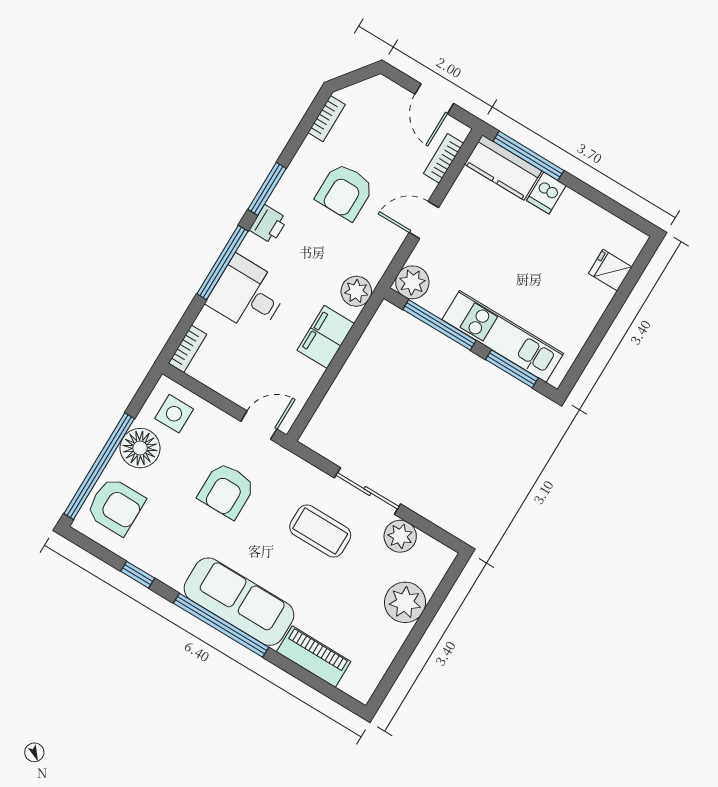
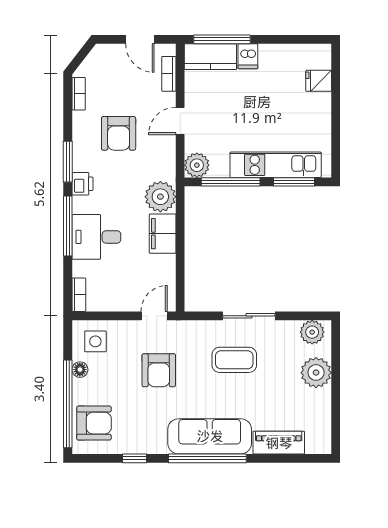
plant: (356, 291) -> (160, 197), width x1.36, depth x1.36
floor lamp: (140, 448) -> (80, 370), width x0.53, depth x0.53
plant: (400, 536) -> (312, 332), moved

